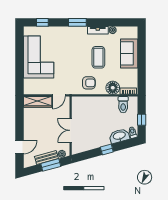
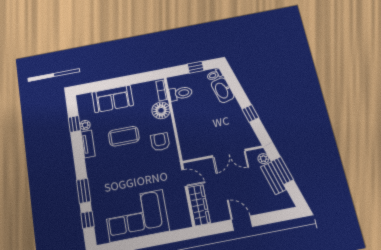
window: (77, 22) -> (84, 191), moved
window: (115, 22) -> (74, 124), added
door: (20, 147) -> (242, 223), moved
window: (107, 150) -> (250, 113), moved

